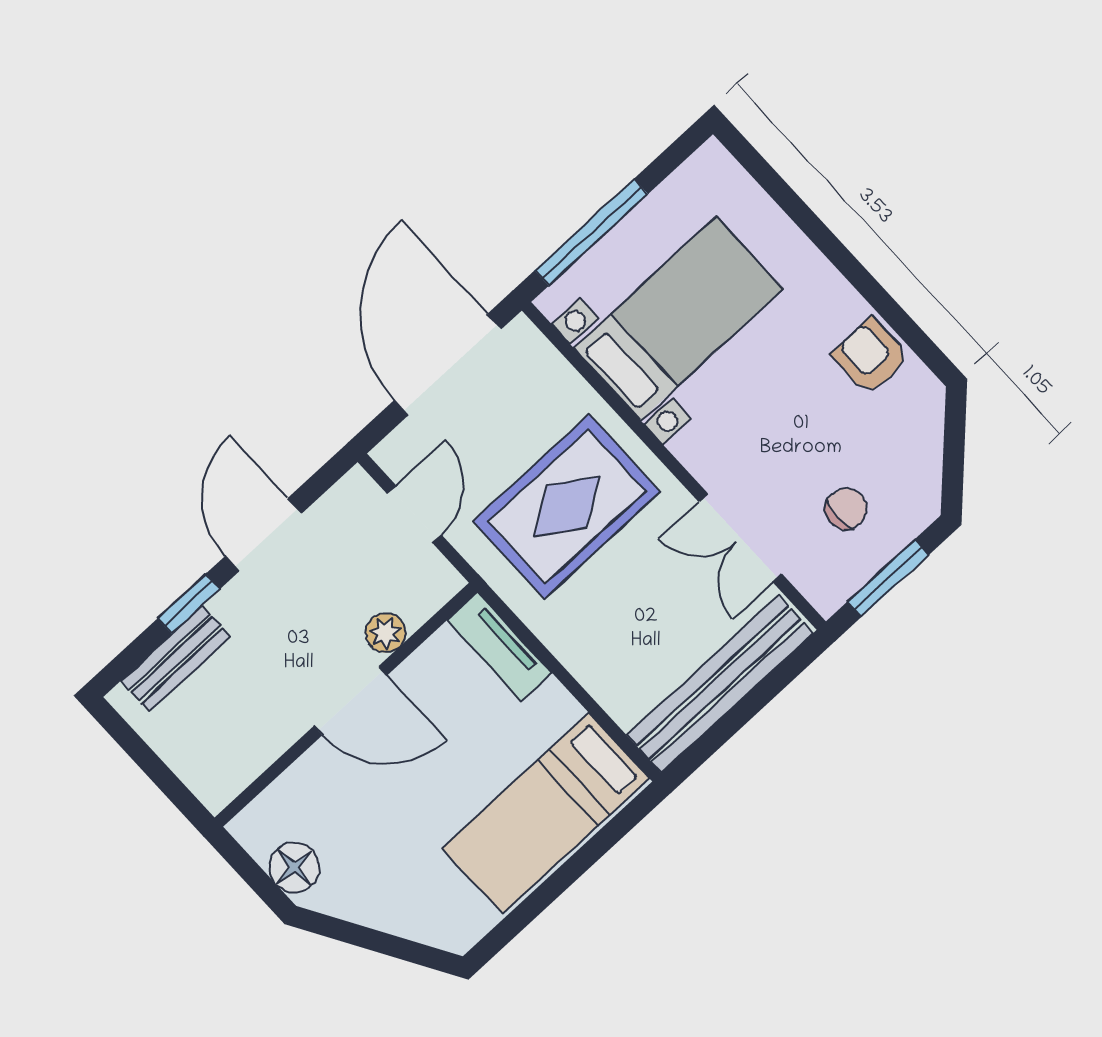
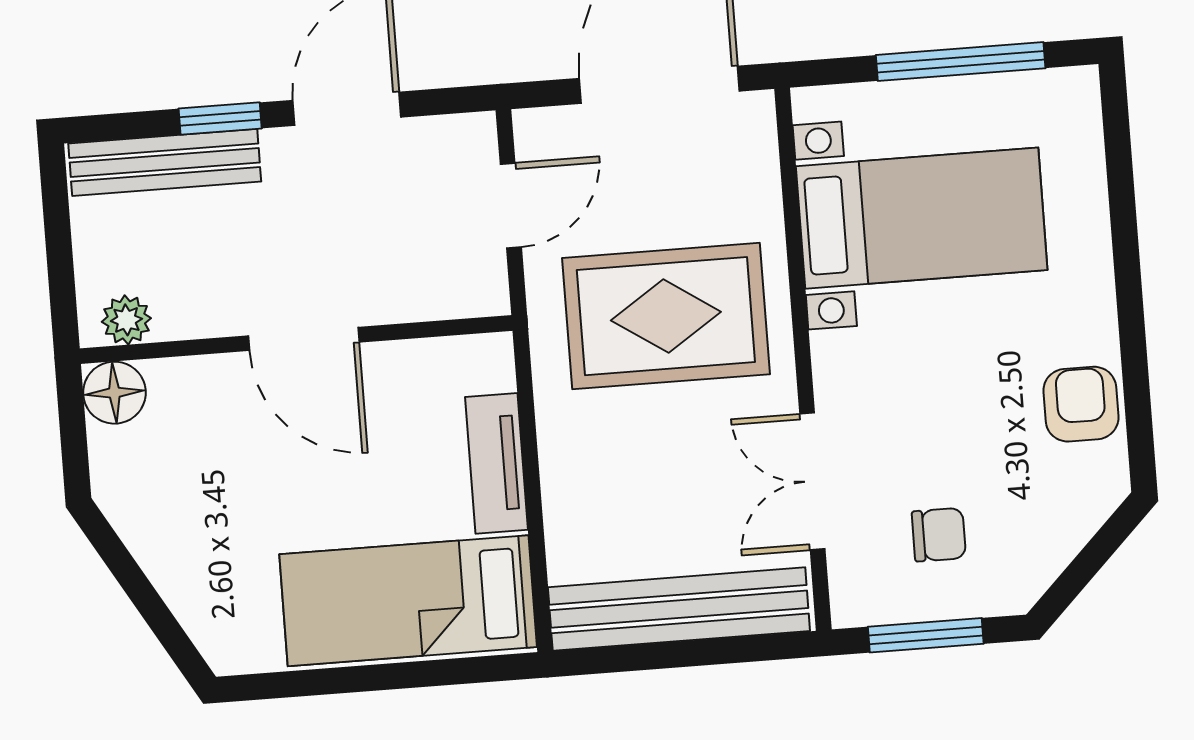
window: (591, 232) -> (961, 62), moved
plant: (386, 633) -> (126, 320), moved
tv unit: (499, 647) -> (496, 463), moved
bench: (176, 659) -> (165, 162), width x1.36
floor lamp: (294, 867) -> (114, 393), moved

